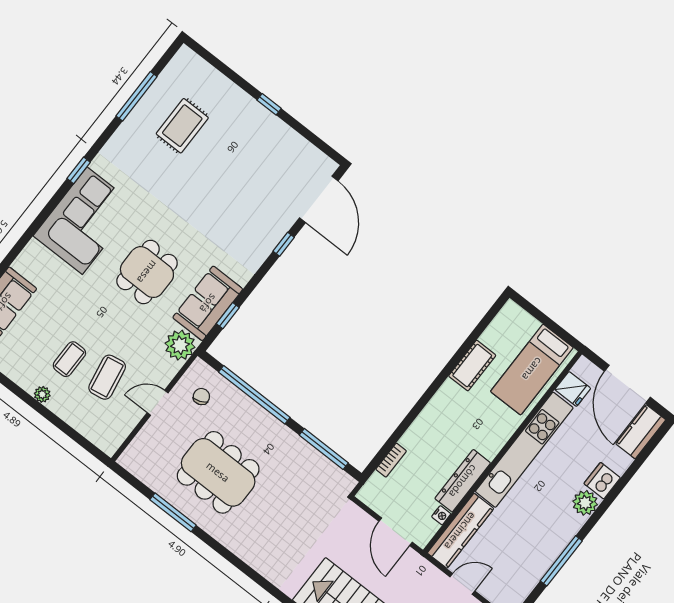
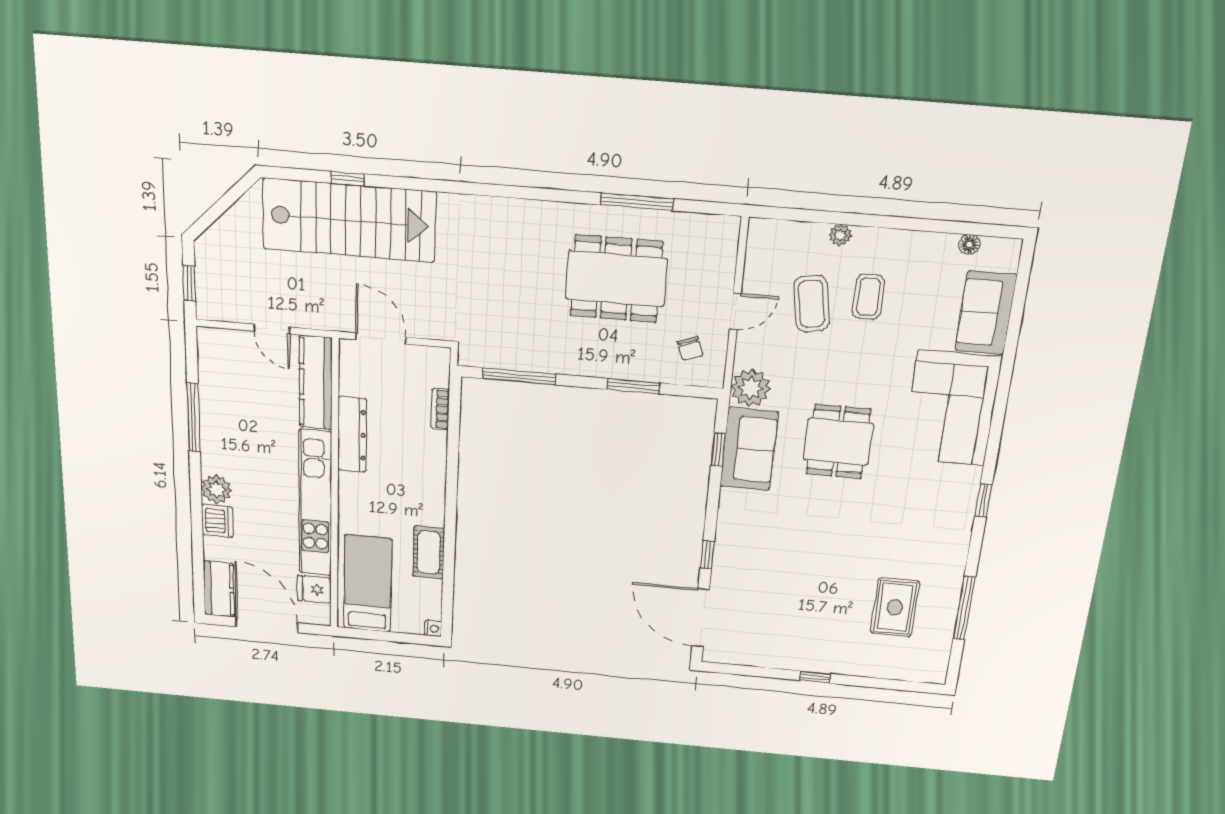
corner sofa: (85, 221) -> (951, 408), moved
plant: (42, 394) -> (840, 235), moved
window: (254, 395) -> (633, 386), width x0.47
nightstand: (441, 515) -> (433, 628), moved, turned 180
door: (462, 584) -> (272, 329), hinge flipped

